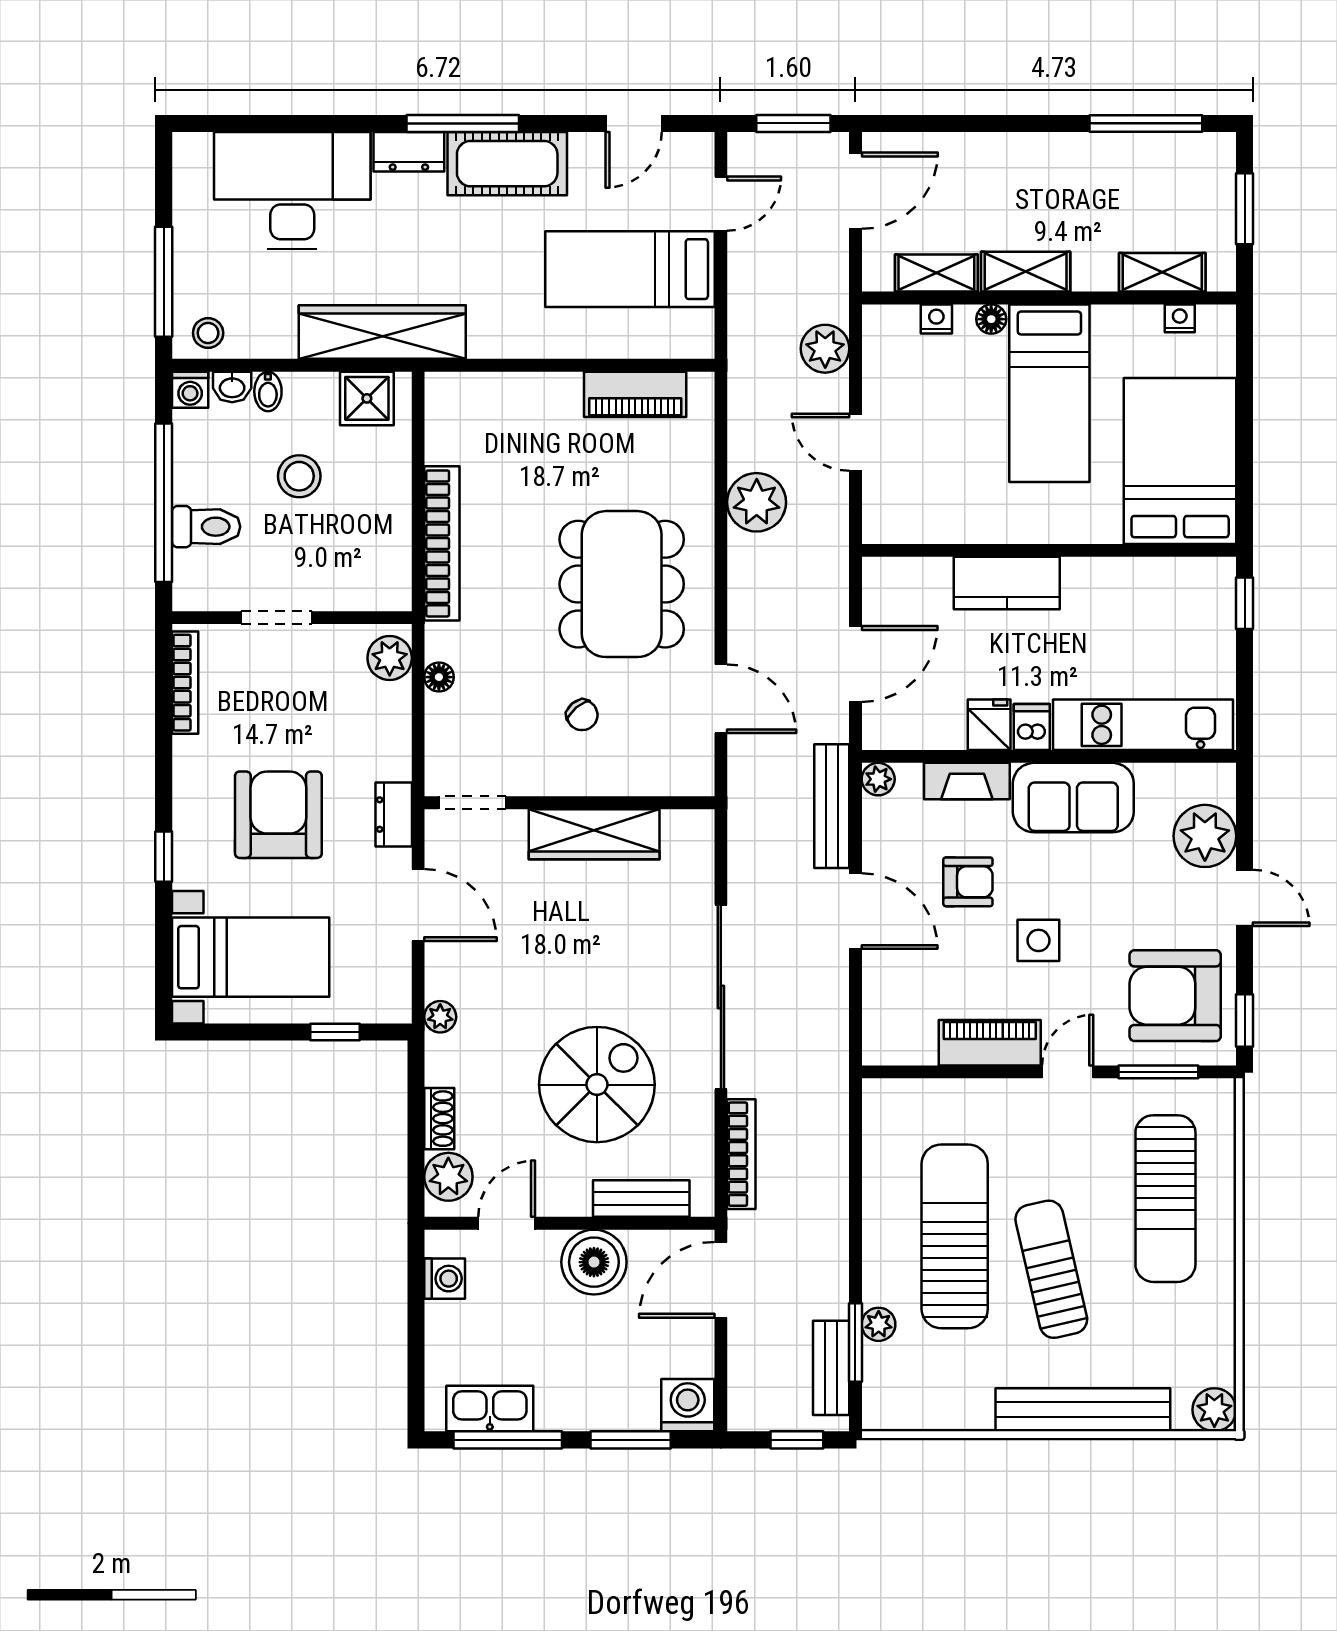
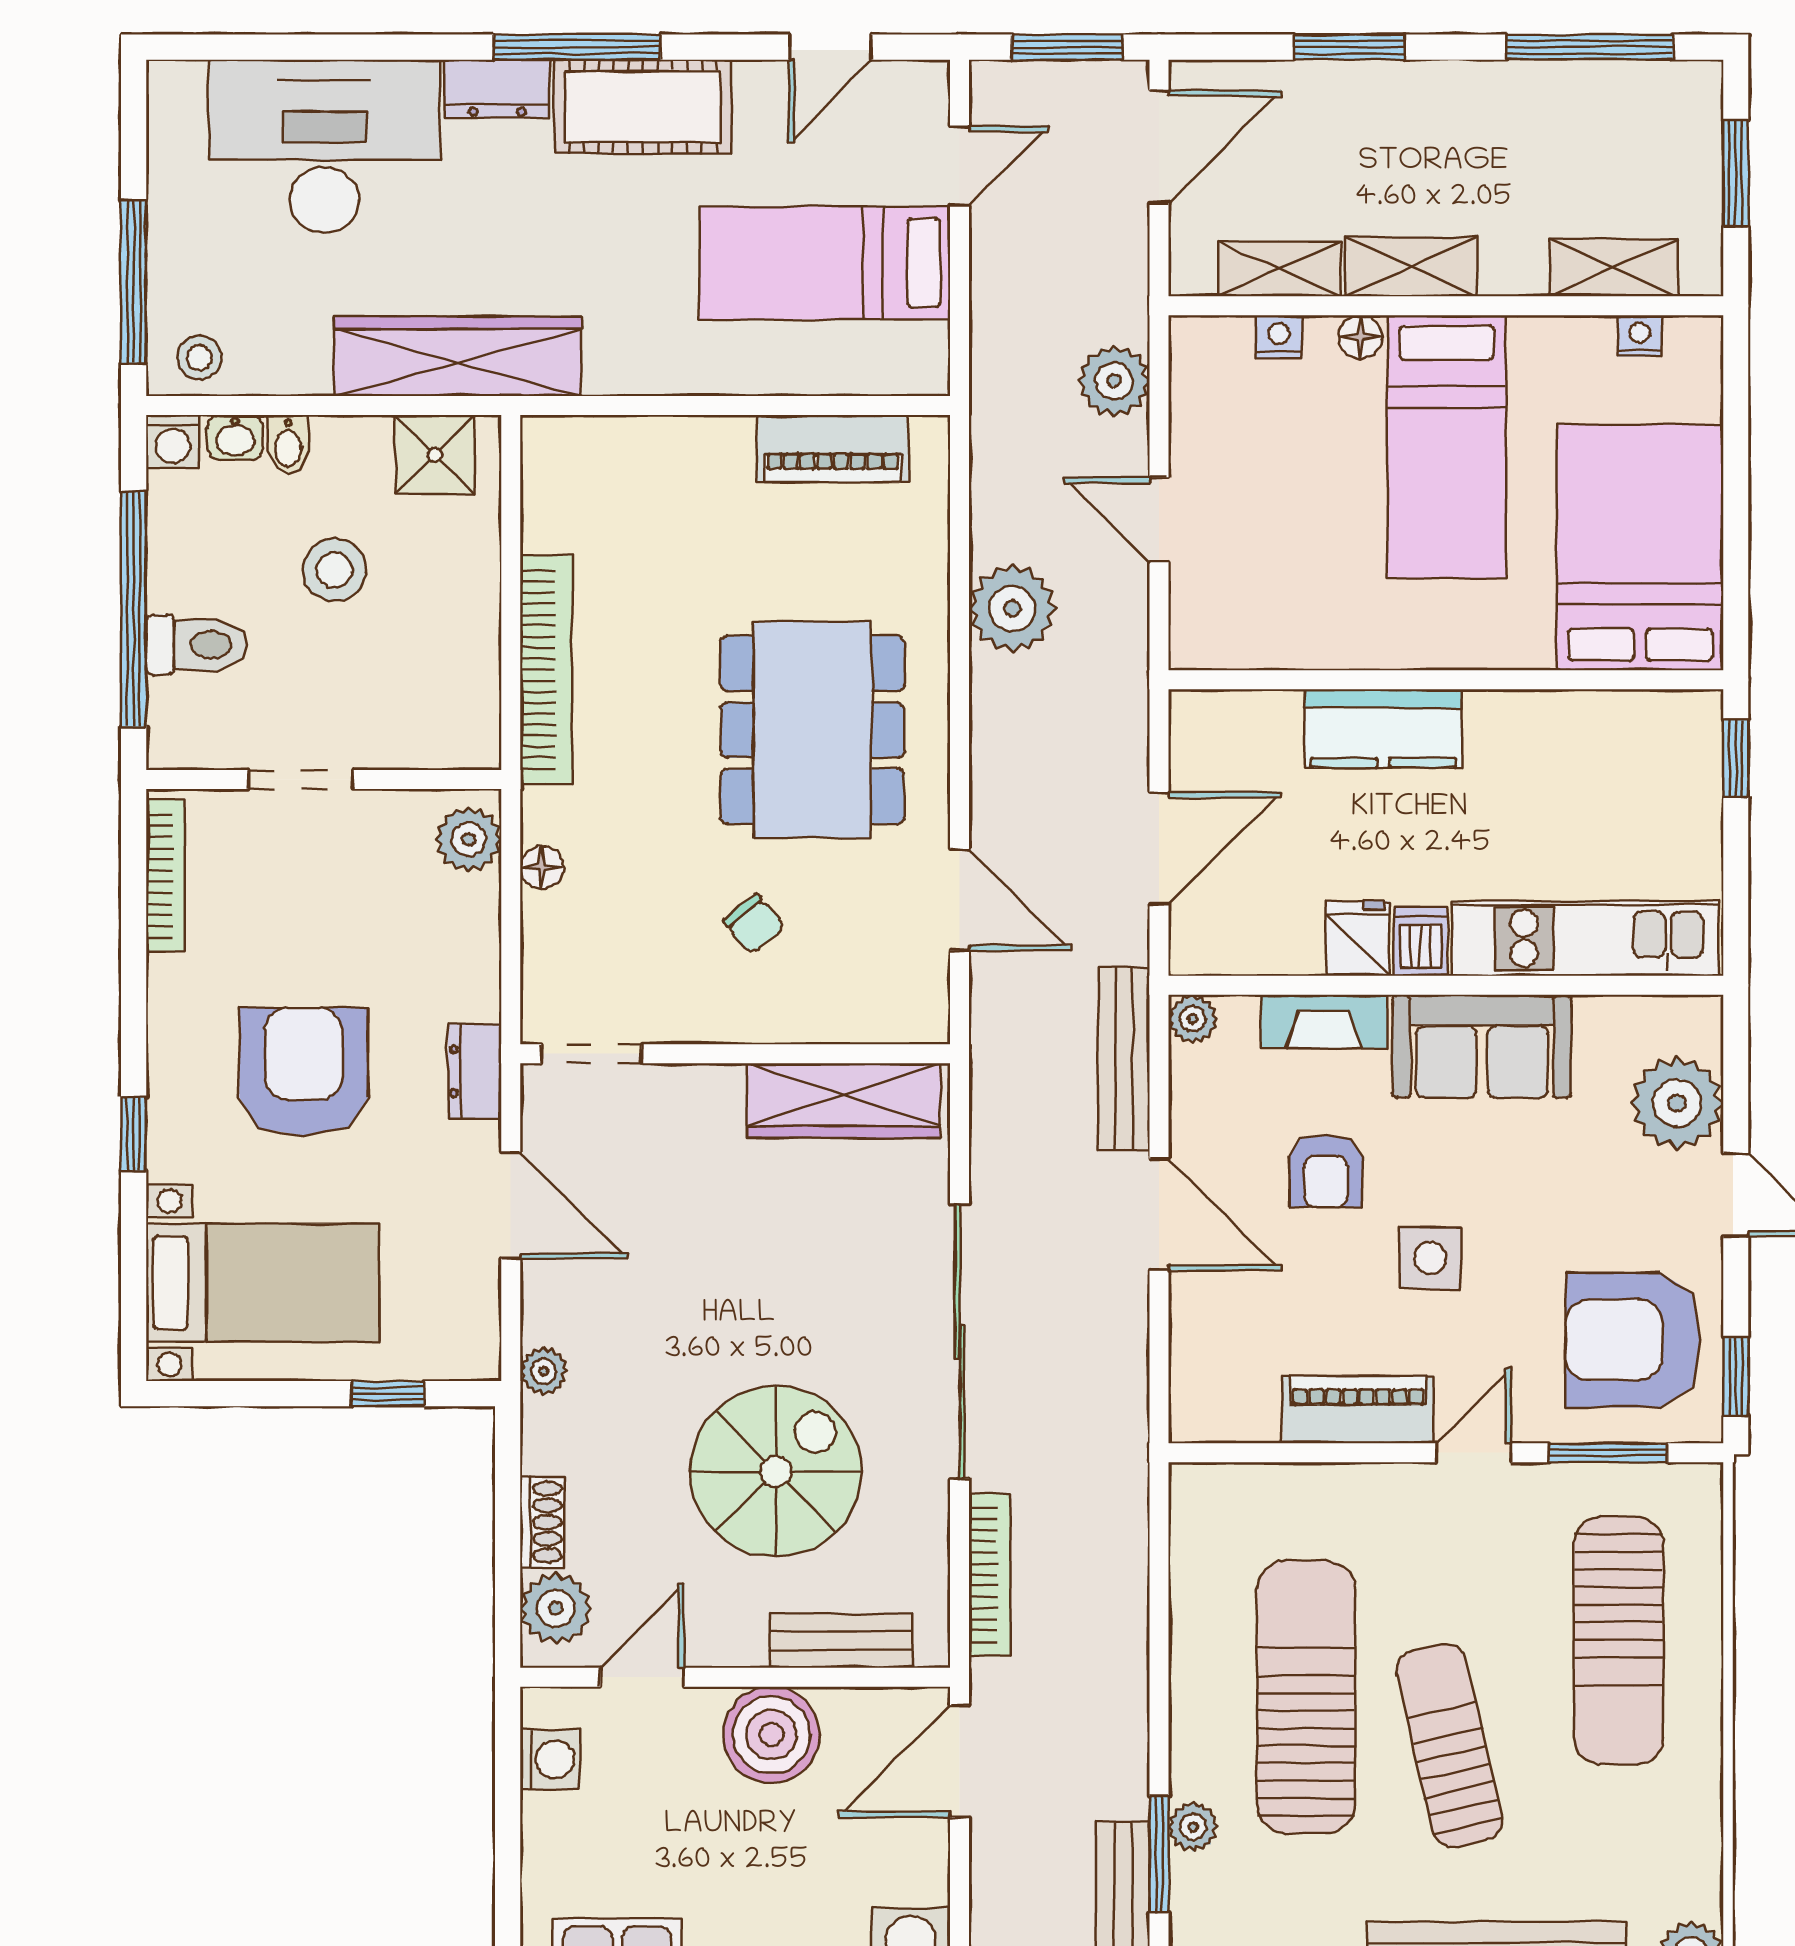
window: (984, 123) -> (1349, 47), added
wardrobe: (594, 834) -> (844, 1101), moved
armchair: (968, 882) -> (1326, 1171), turned 90

